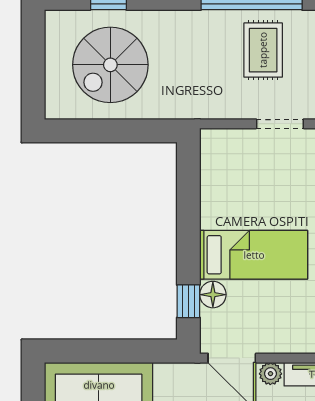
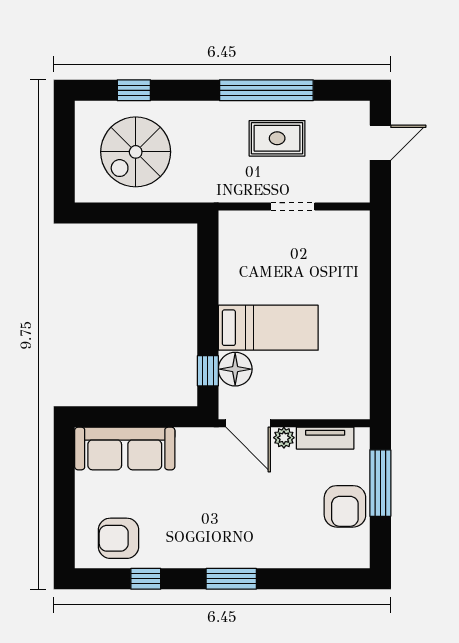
rug: (263, 50) -> (277, 138), turned 90
floor lamp: (213, 295) -> (235, 369), width x1.38, depth x1.38

